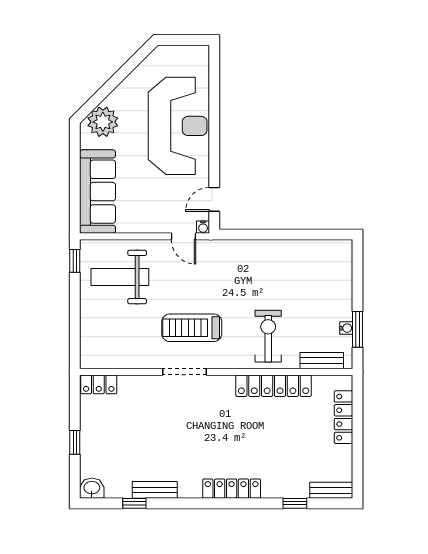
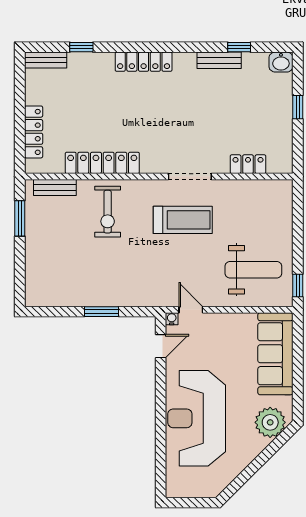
window: (274, 234) -> (101, 312), added
water cooler: (346, 328) -> (31, 220), removed
locker: (99, 384) -> (248, 164), moved

